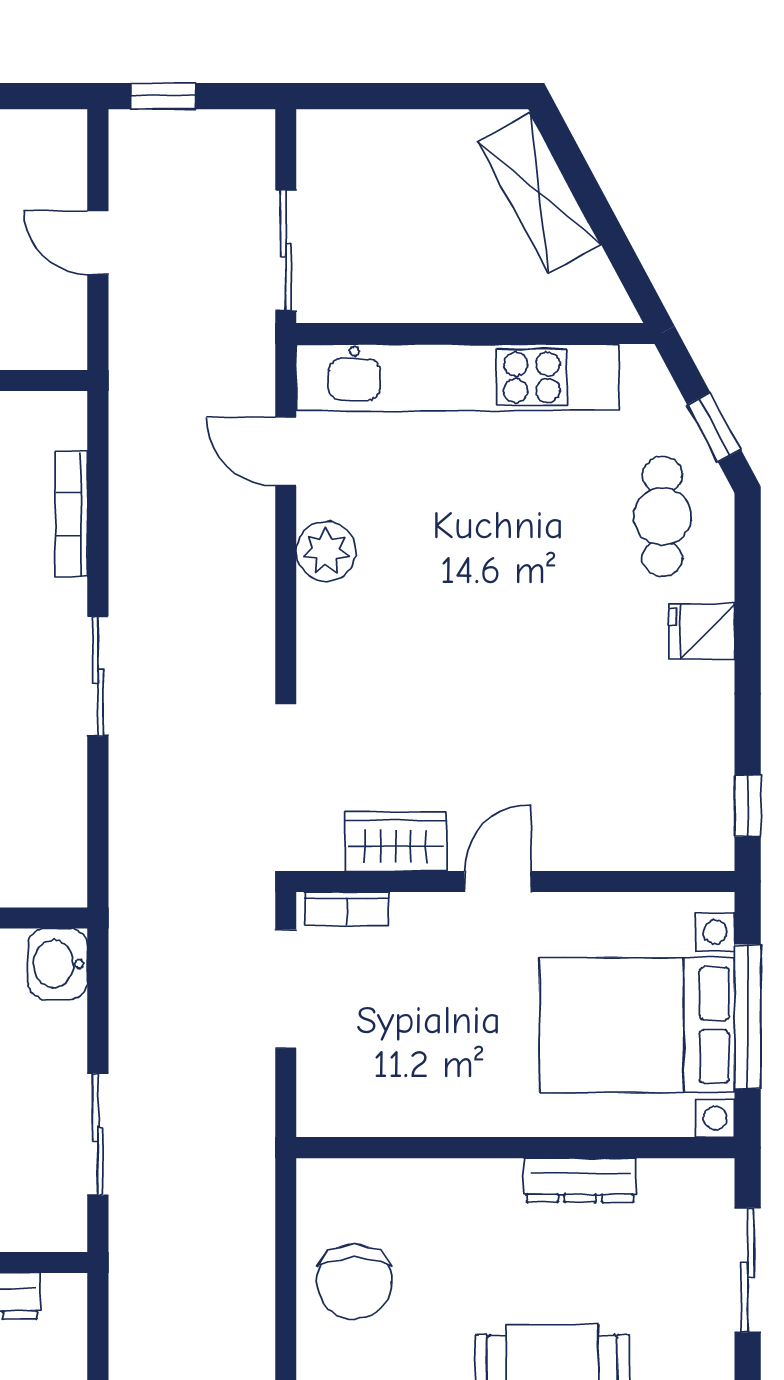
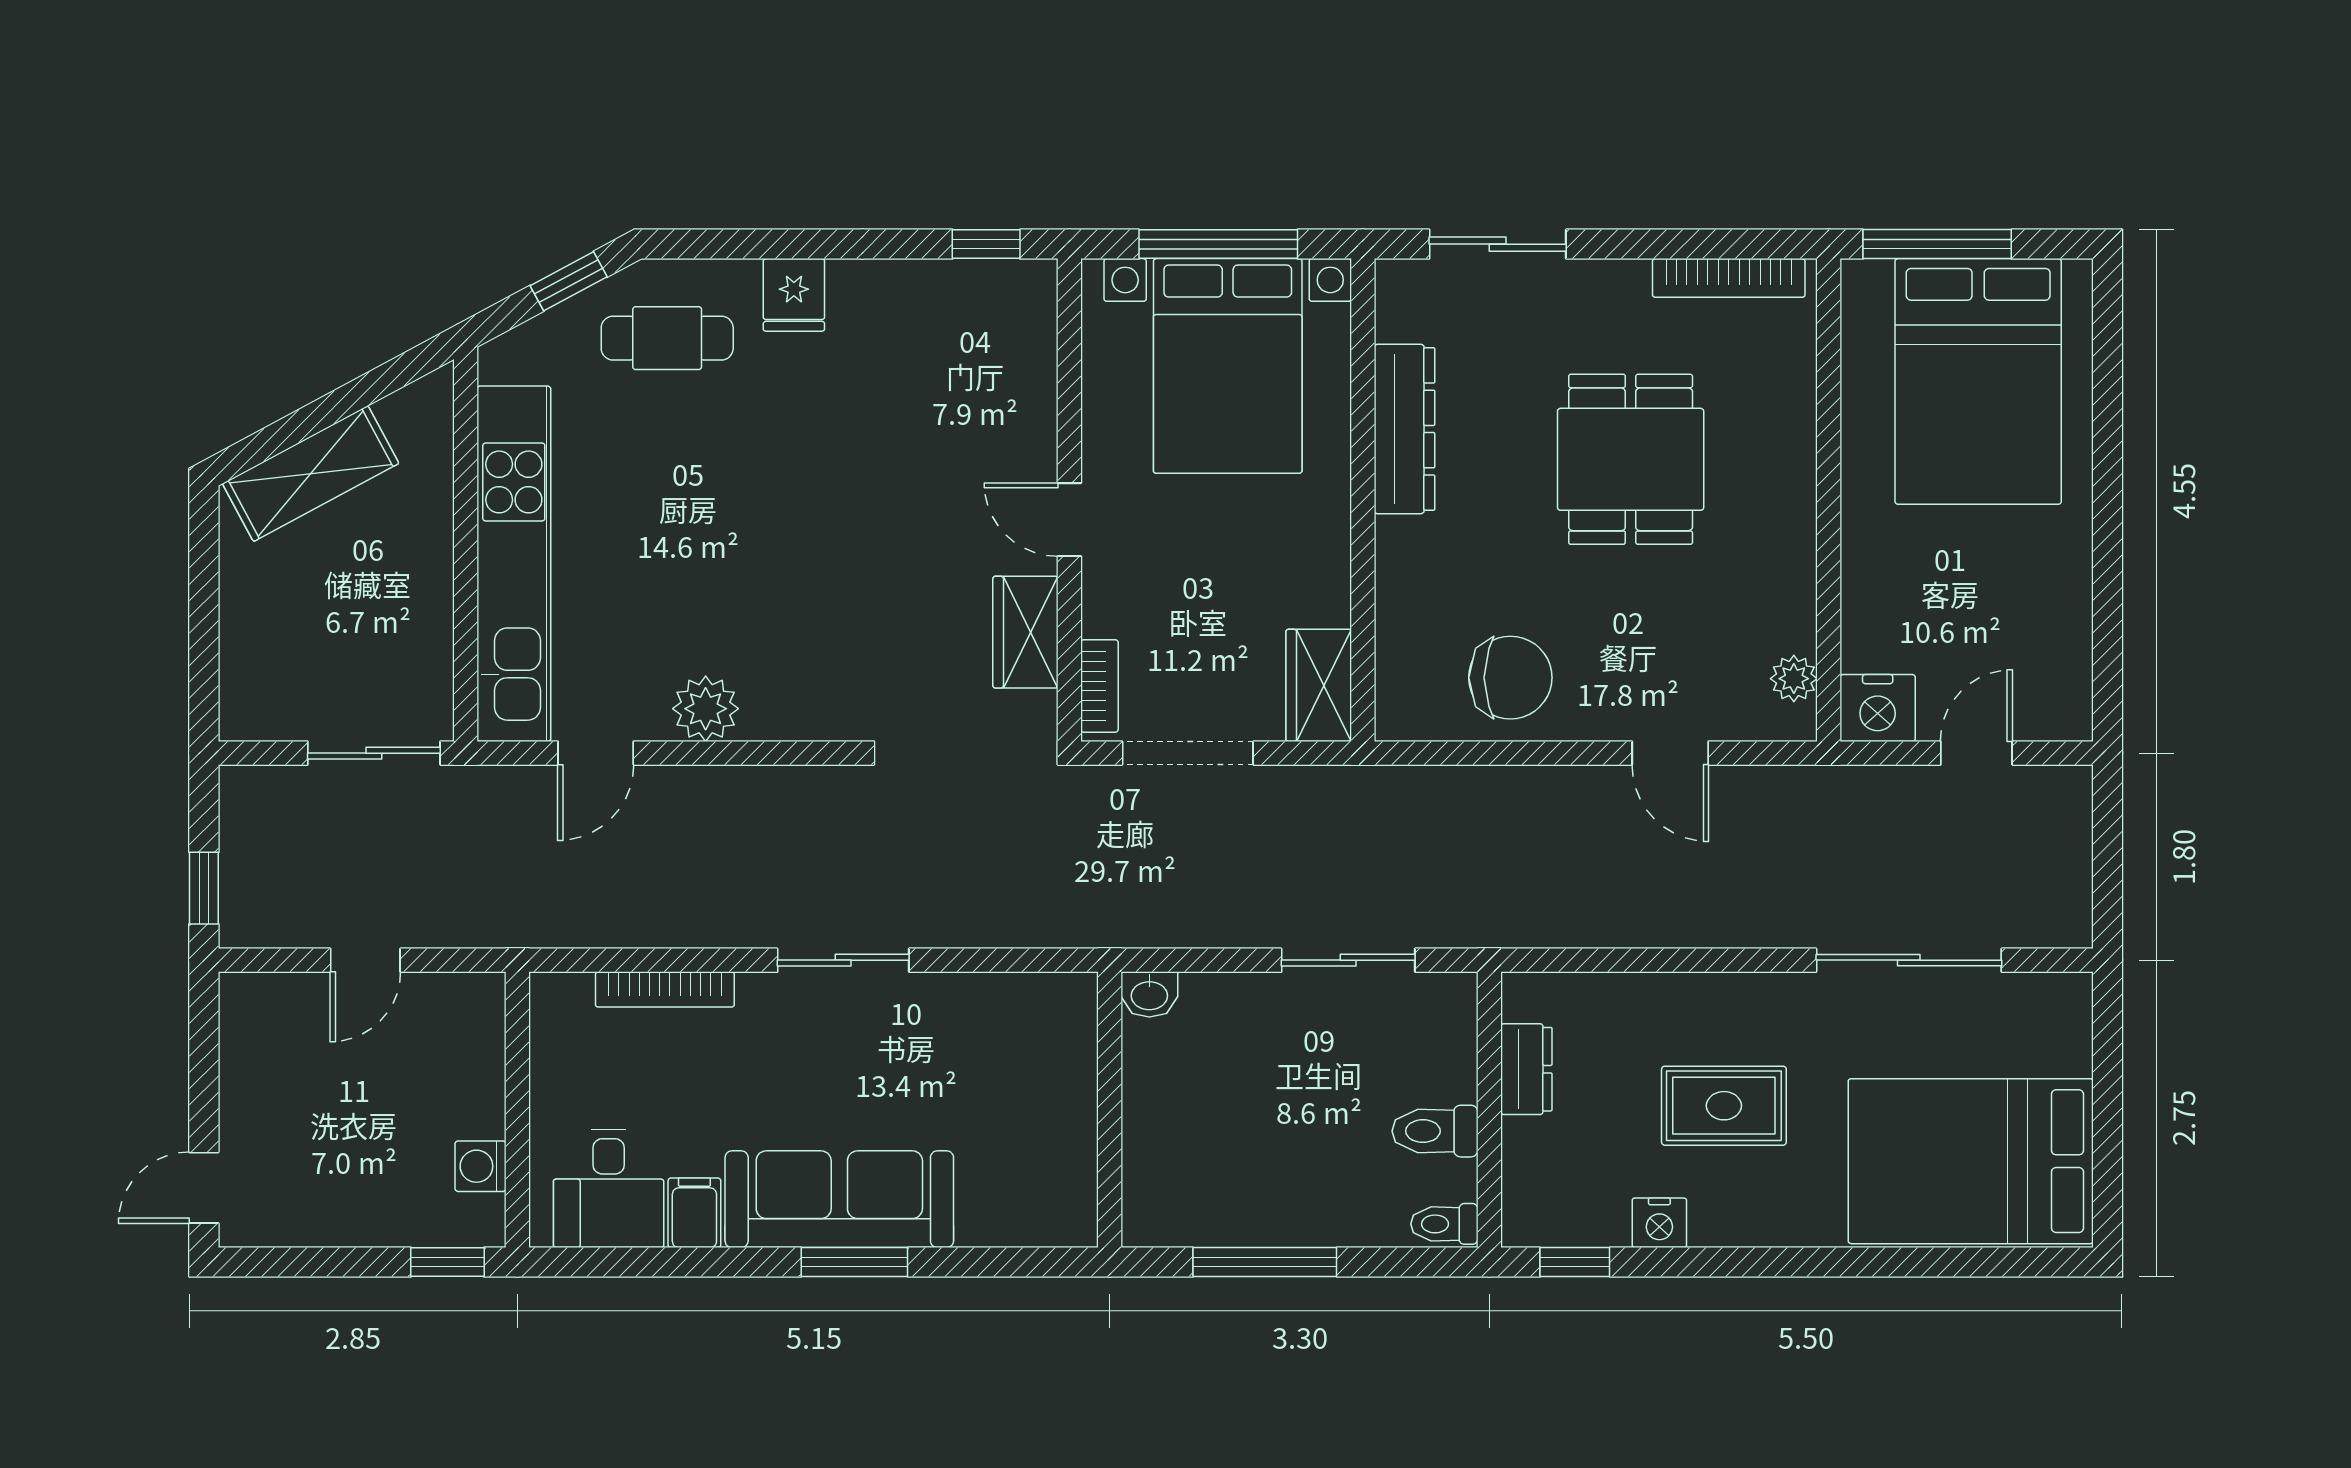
washbasin: (58, 964) -> (1149, 994), width x0.72, depth x0.69
wardrobe: (347, 1108) -> (1319, 685), added
dresser: (580, 1180) -> (1405, 429), width x1.37, depth x1.24

